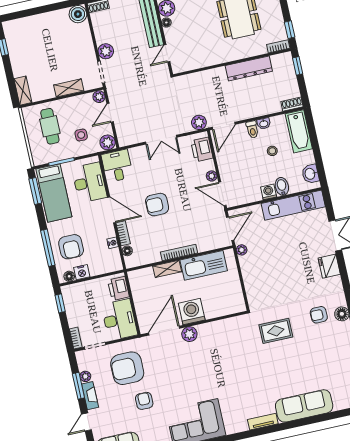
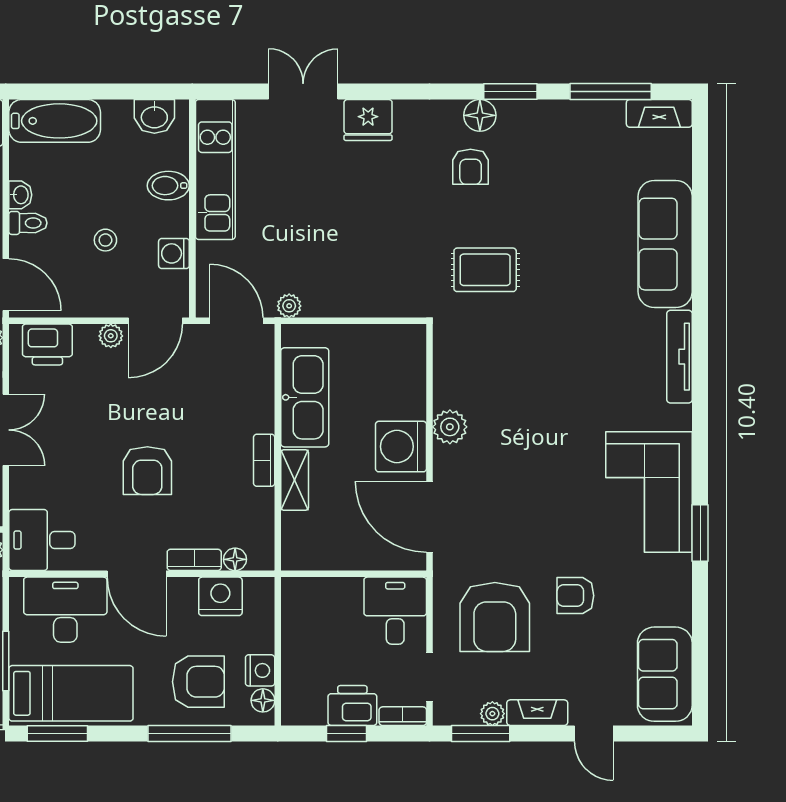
stool: (272, 151) -> (105, 240), moved
washing machine: (269, 192) -> (174, 253), moved
door: (112, 210) -> (137, 574), swing flipped
nightstand: (113, 243) -> (220, 596), width x1.89, depth x1.79
bookcase: (179, 252) -> (264, 460), width x0.64
printer: (119, 288) -> (352, 706), moved, turned 180
window: (60, 303) -> (346, 734), moved
desk: (119, 320) -> (395, 611), width x0.73
rug: (276, 331) -> (485, 270), turned 90
plant: (189, 334) -> (450, 427), moved
window: (78, 386) -> (481, 734), moved
tv unit: (263, 422) -> (680, 357), width x1.41

